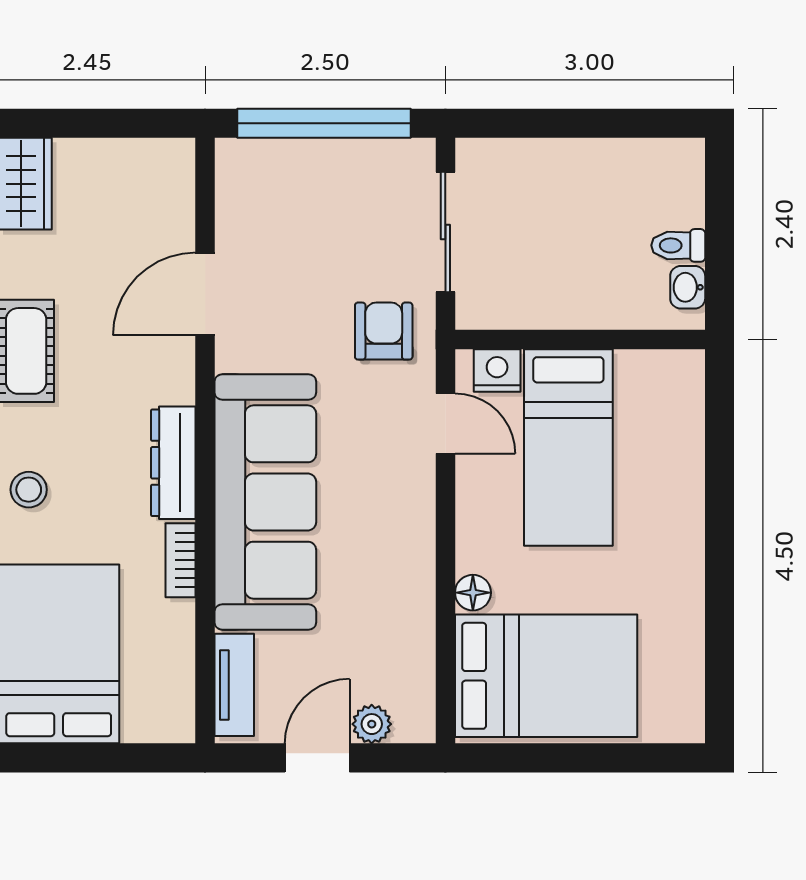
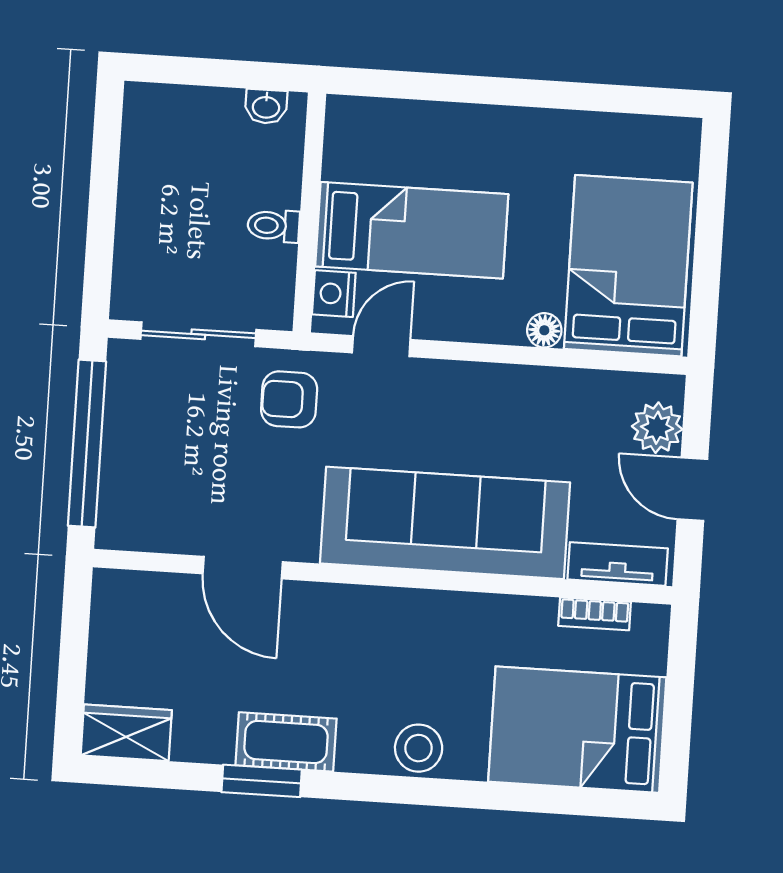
toilet: (678, 245) -> (274, 226), moved, turned 90
dresser: (173, 463) -> (402, 608), removed
stool: (29, 490) -> (419, 748), width x1.37, depth x1.37
bookcase: (181, 560) -> (595, 614), moved
plant: (372, 724) -> (657, 428), width x1.38, depth x1.38

